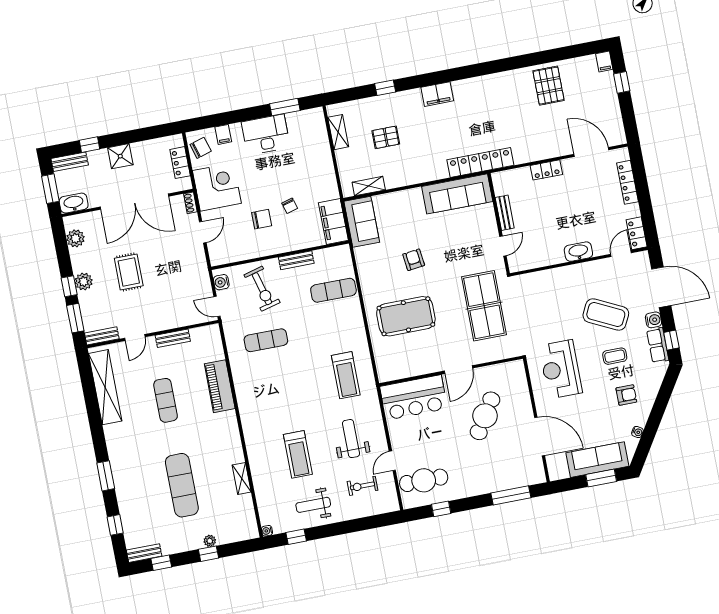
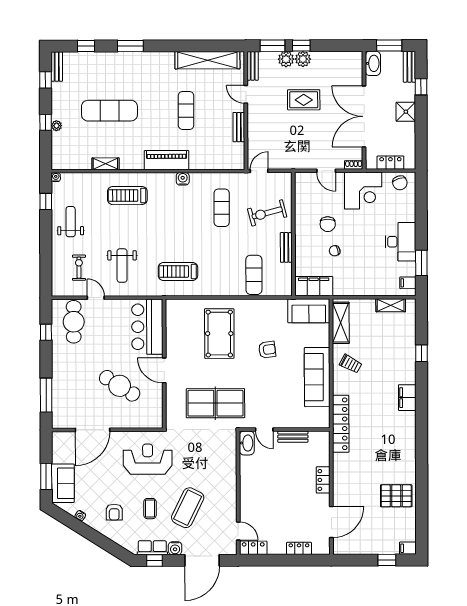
filing cabinet: (223, 134) -> (408, 283), moved
pallet: (386, 137) -> (378, 346), removed
trolley: (412, 164) -> (351, 364), added
locker: (627, 182) -> (299, 548), width x0.66
shelving: (369, 186) -> (341, 323), width x1.50, depth x1.33
sofa: (457, 194) -> (317, 377), moved
plant: (75, 238) -> (286, 59), moved
washbasin: (578, 252) -> (247, 443), moved
water cooler: (221, 282) -> (183, 179), moved
piano: (220, 386) -> (167, 160), moved
exercise mat: (166, 400) -> (186, 111), turned 90
weight bench: (351, 439) -> (122, 265), turned 90
treadmill: (298, 454) -> (127, 196), moved
sofa: (597, 460) -> (63, 483), width x0.73

